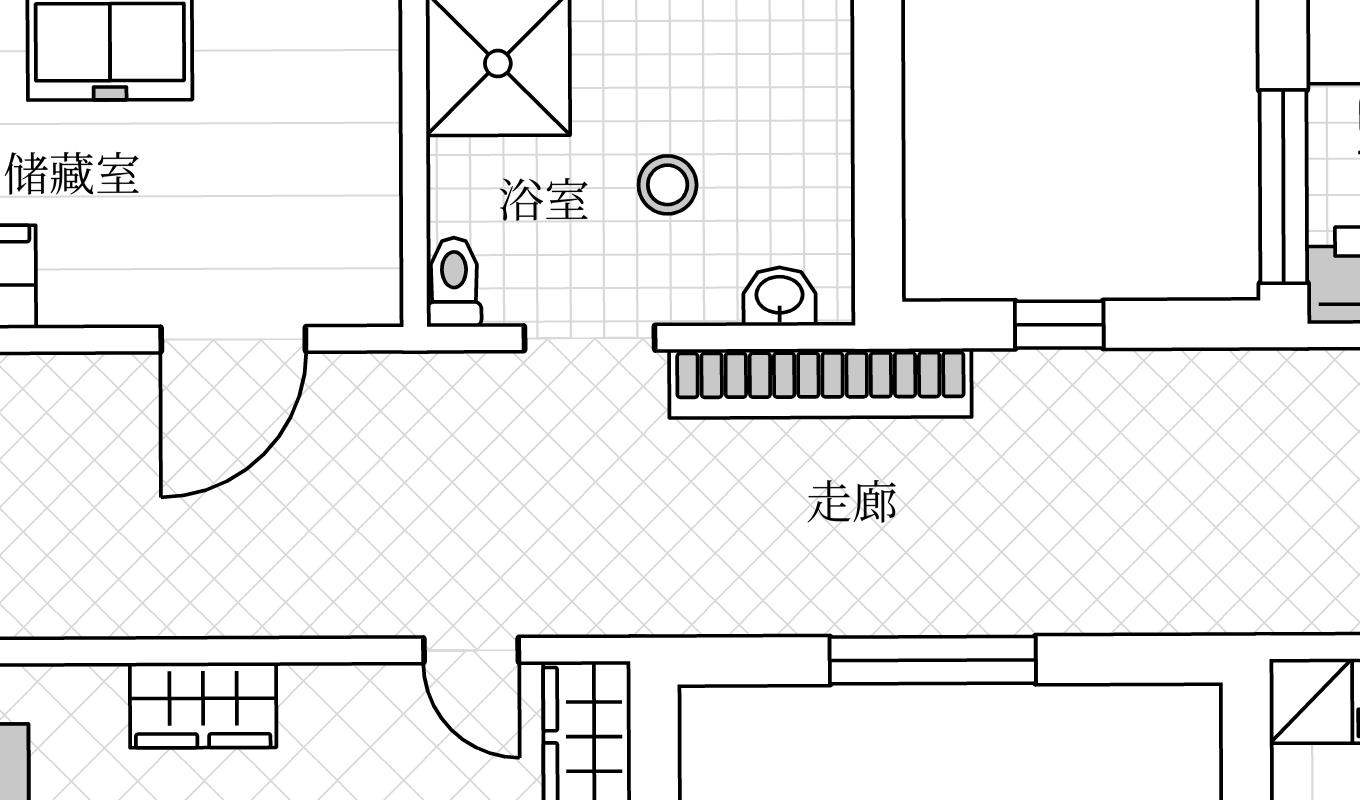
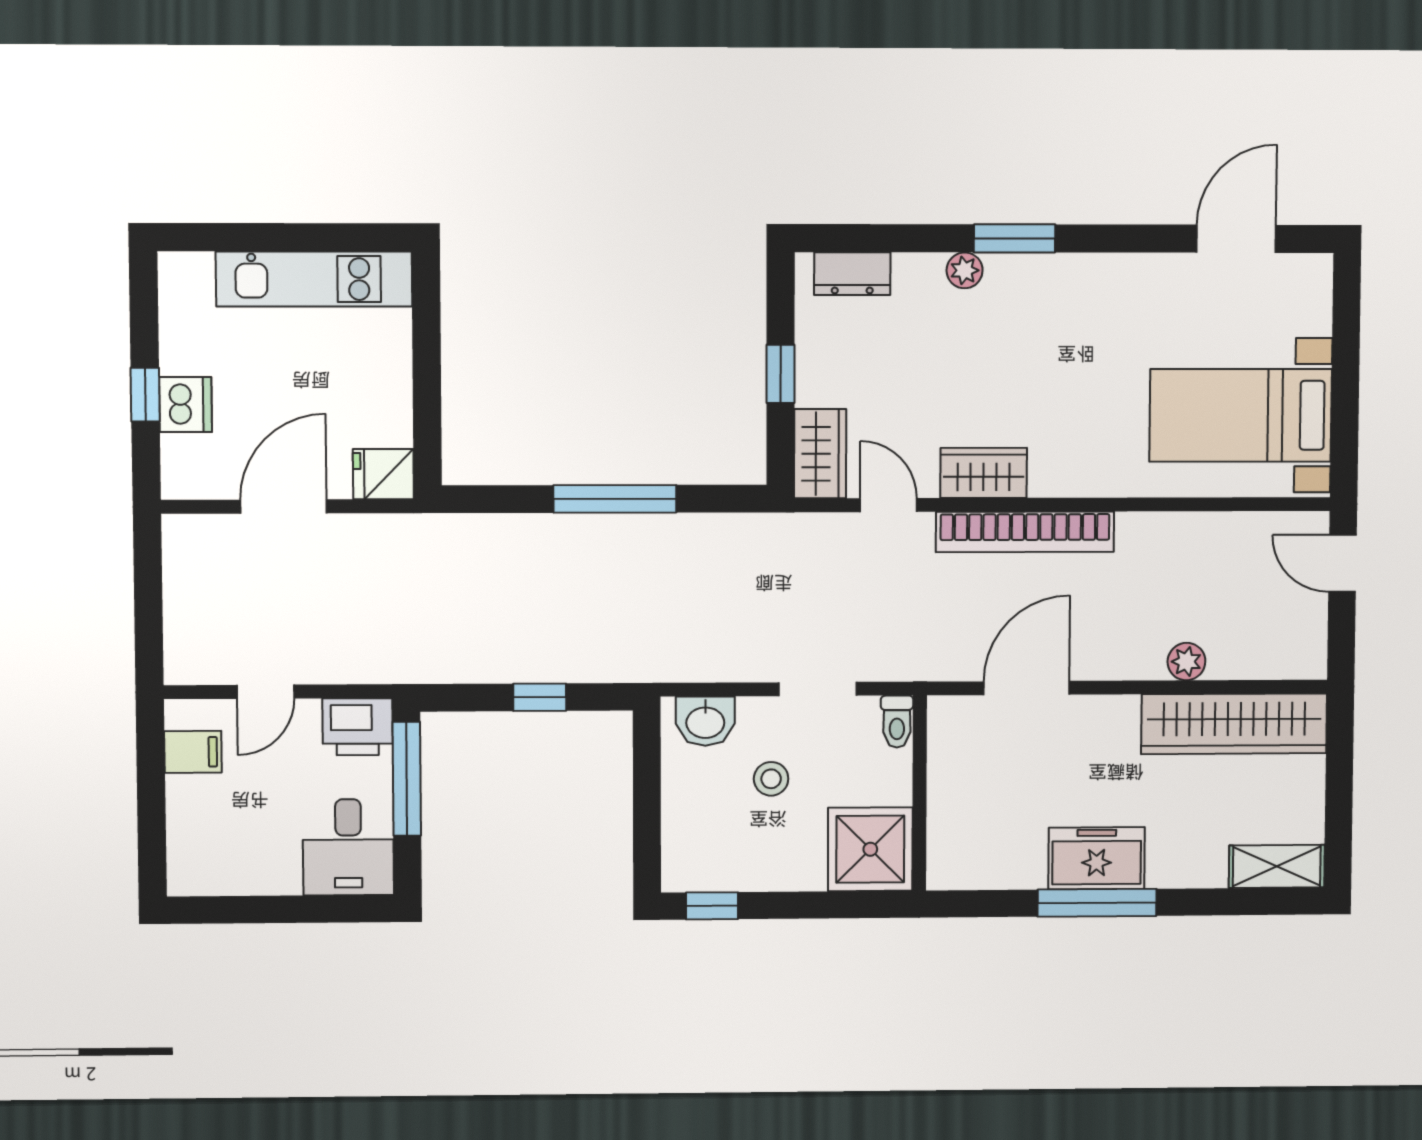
washbasin: (780, 296) -> (705, 721), width x1.38, depth x1.45
bookcase: (820, 383) -> (1025, 532), moved, turned 180
wardrobe: (203, 705) -> (984, 473), moved

